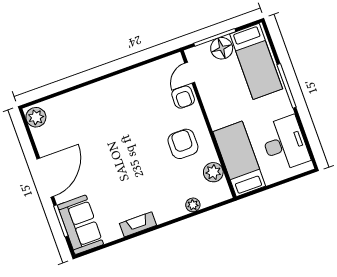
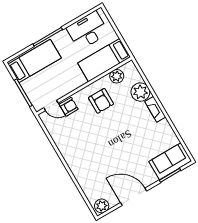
floor lamp: (222, 48) -> (30, 86), removed
armchair: (183, 144) -> (101, 101), turned -90
door: (45, 178) -> (134, 197), moved
plant: (193, 205) -> (140, 92), width x1.87, depth x1.87
fireplace: (138, 224) -> (155, 109), moved

